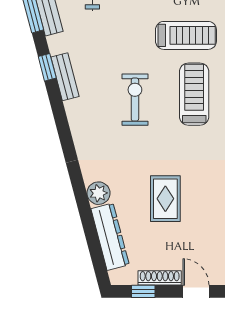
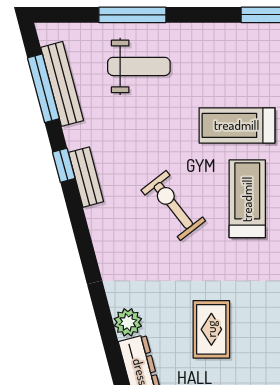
treadmill: (186, 35) -> (237, 125), turned 180
exercise bike: (135, 100) -> (173, 205), turned -38

